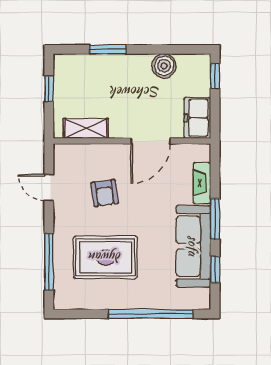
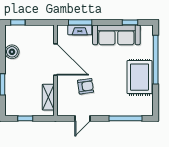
freezer: (197, 118) -> (42, 33), removed
door: (151, 141) -> (55, 60), width x1.36
window: (215, 219) -> (80, 22), moved
rug: (105, 257) -> (140, 77), moved

